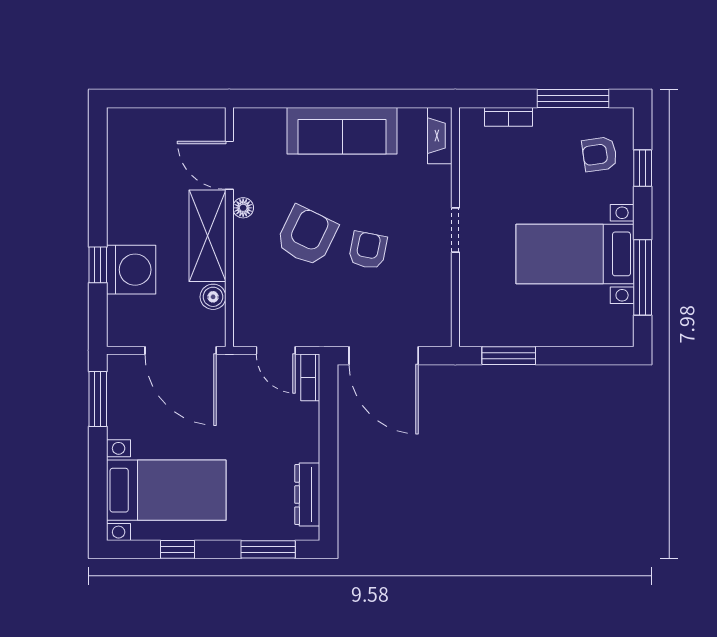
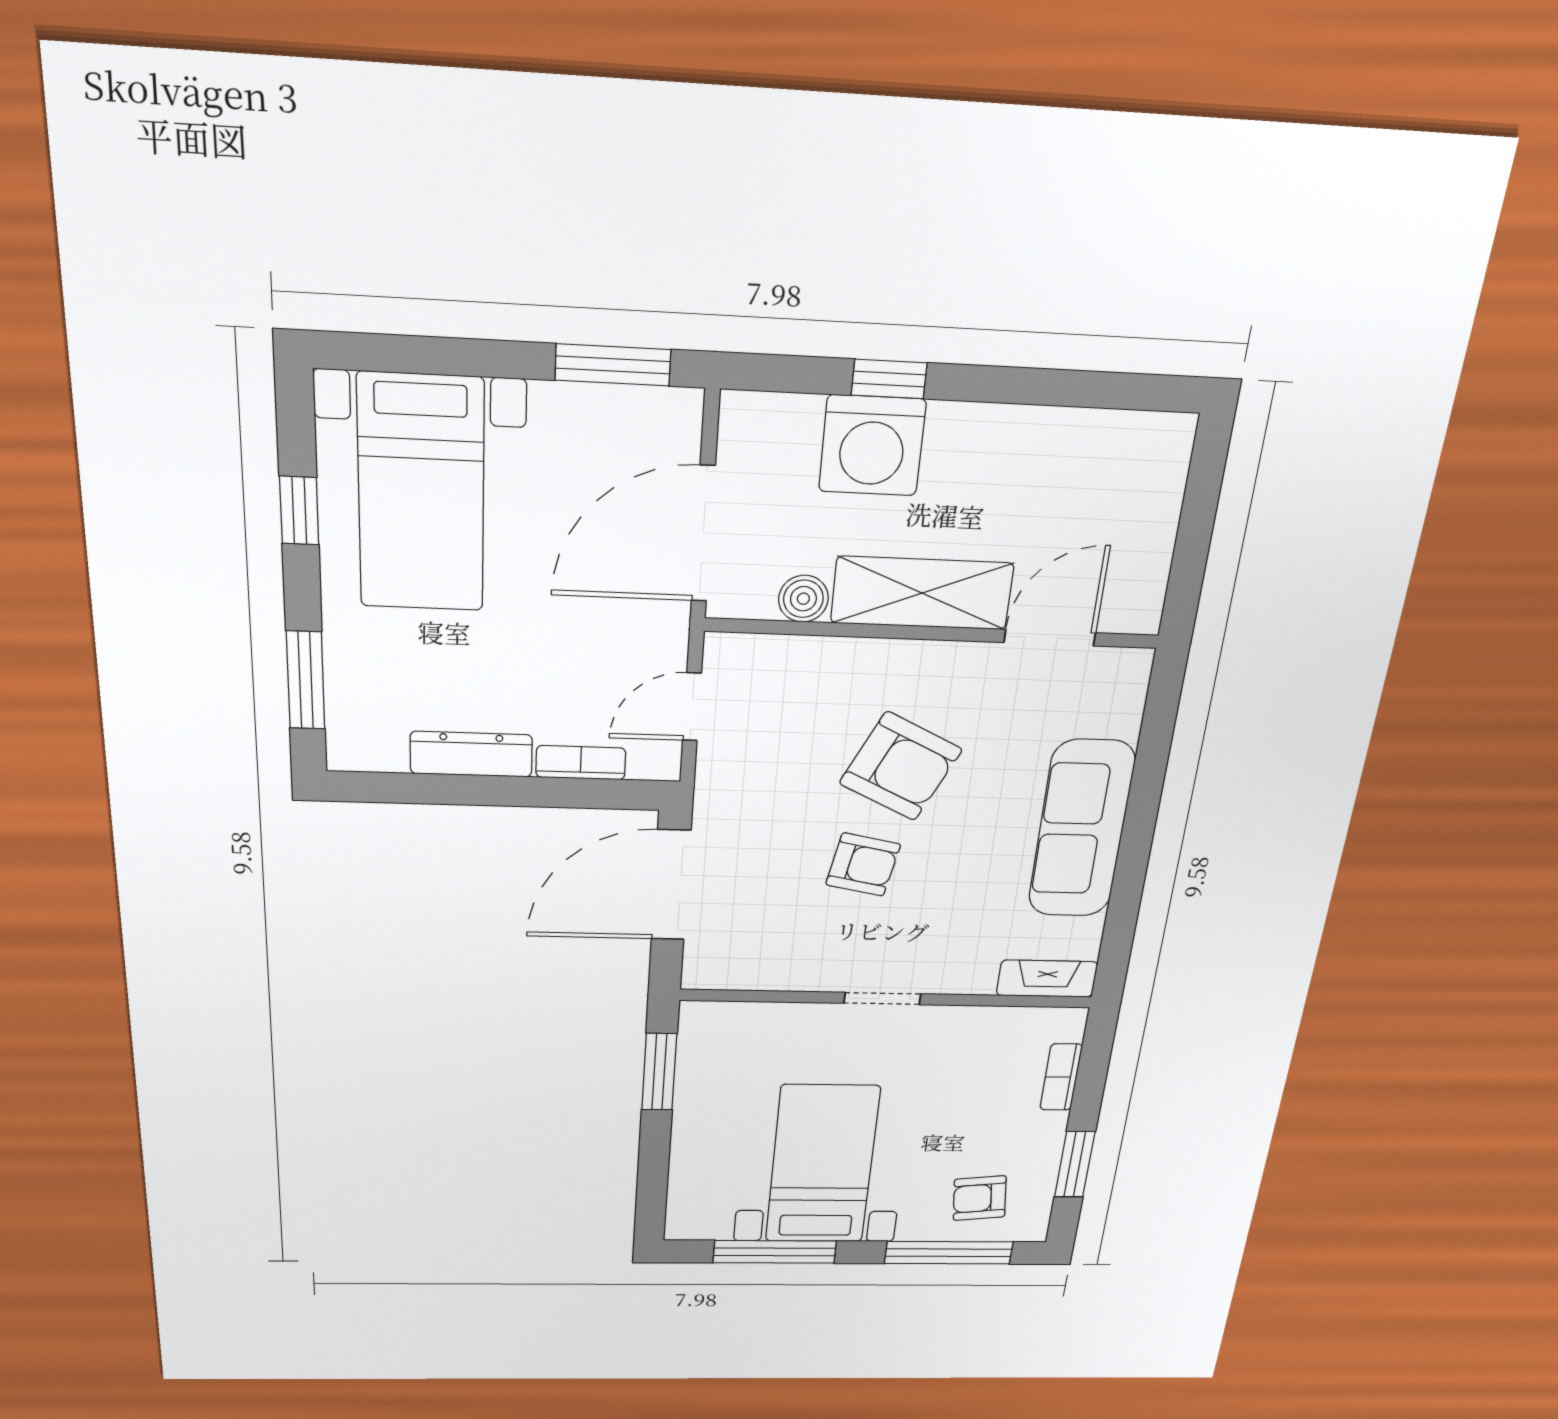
window: (573, 99) -> (1075, 1164), width x0.69
armchair: (600, 154) -> (980, 1198), turned -88
window: (643, 168) -> (949, 1253), width x2.17
floor lamp: (243, 208) -> (967, 659), removed
bookcase: (310, 377) -> (581, 763), moved
dresser: (307, 495) -> (471, 754), moved

